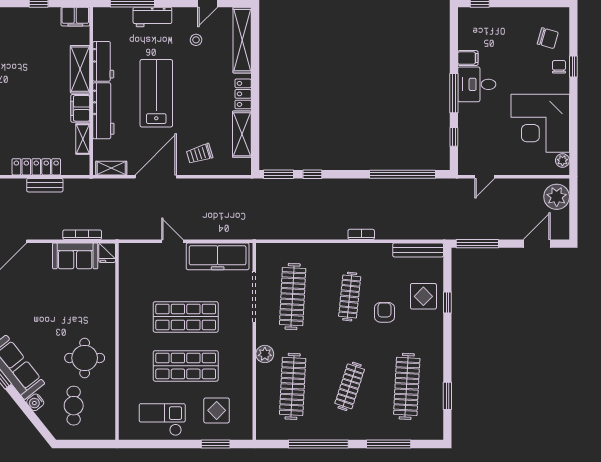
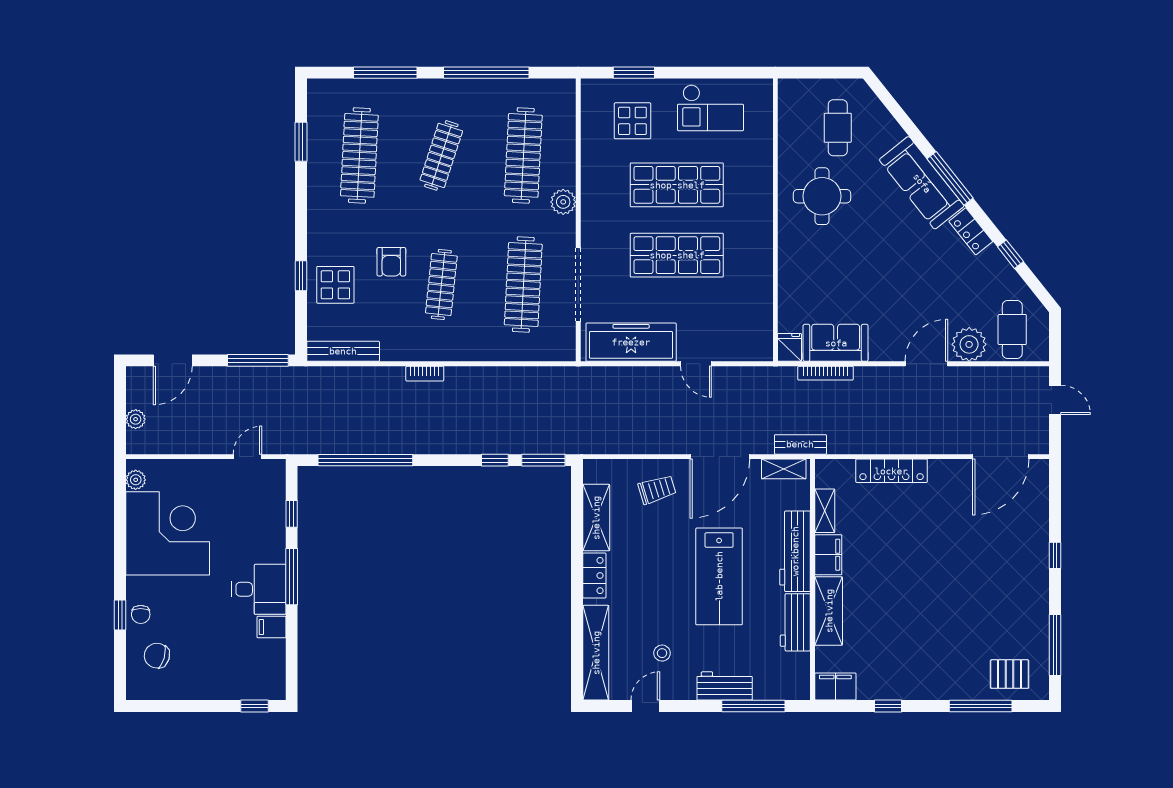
bench: (45, 185) -> (800, 444), moved
plant: (557, 197) -> (136, 419), width x0.53, depth x0.53
water cooler: (35, 402) -> (893, 133), removed

